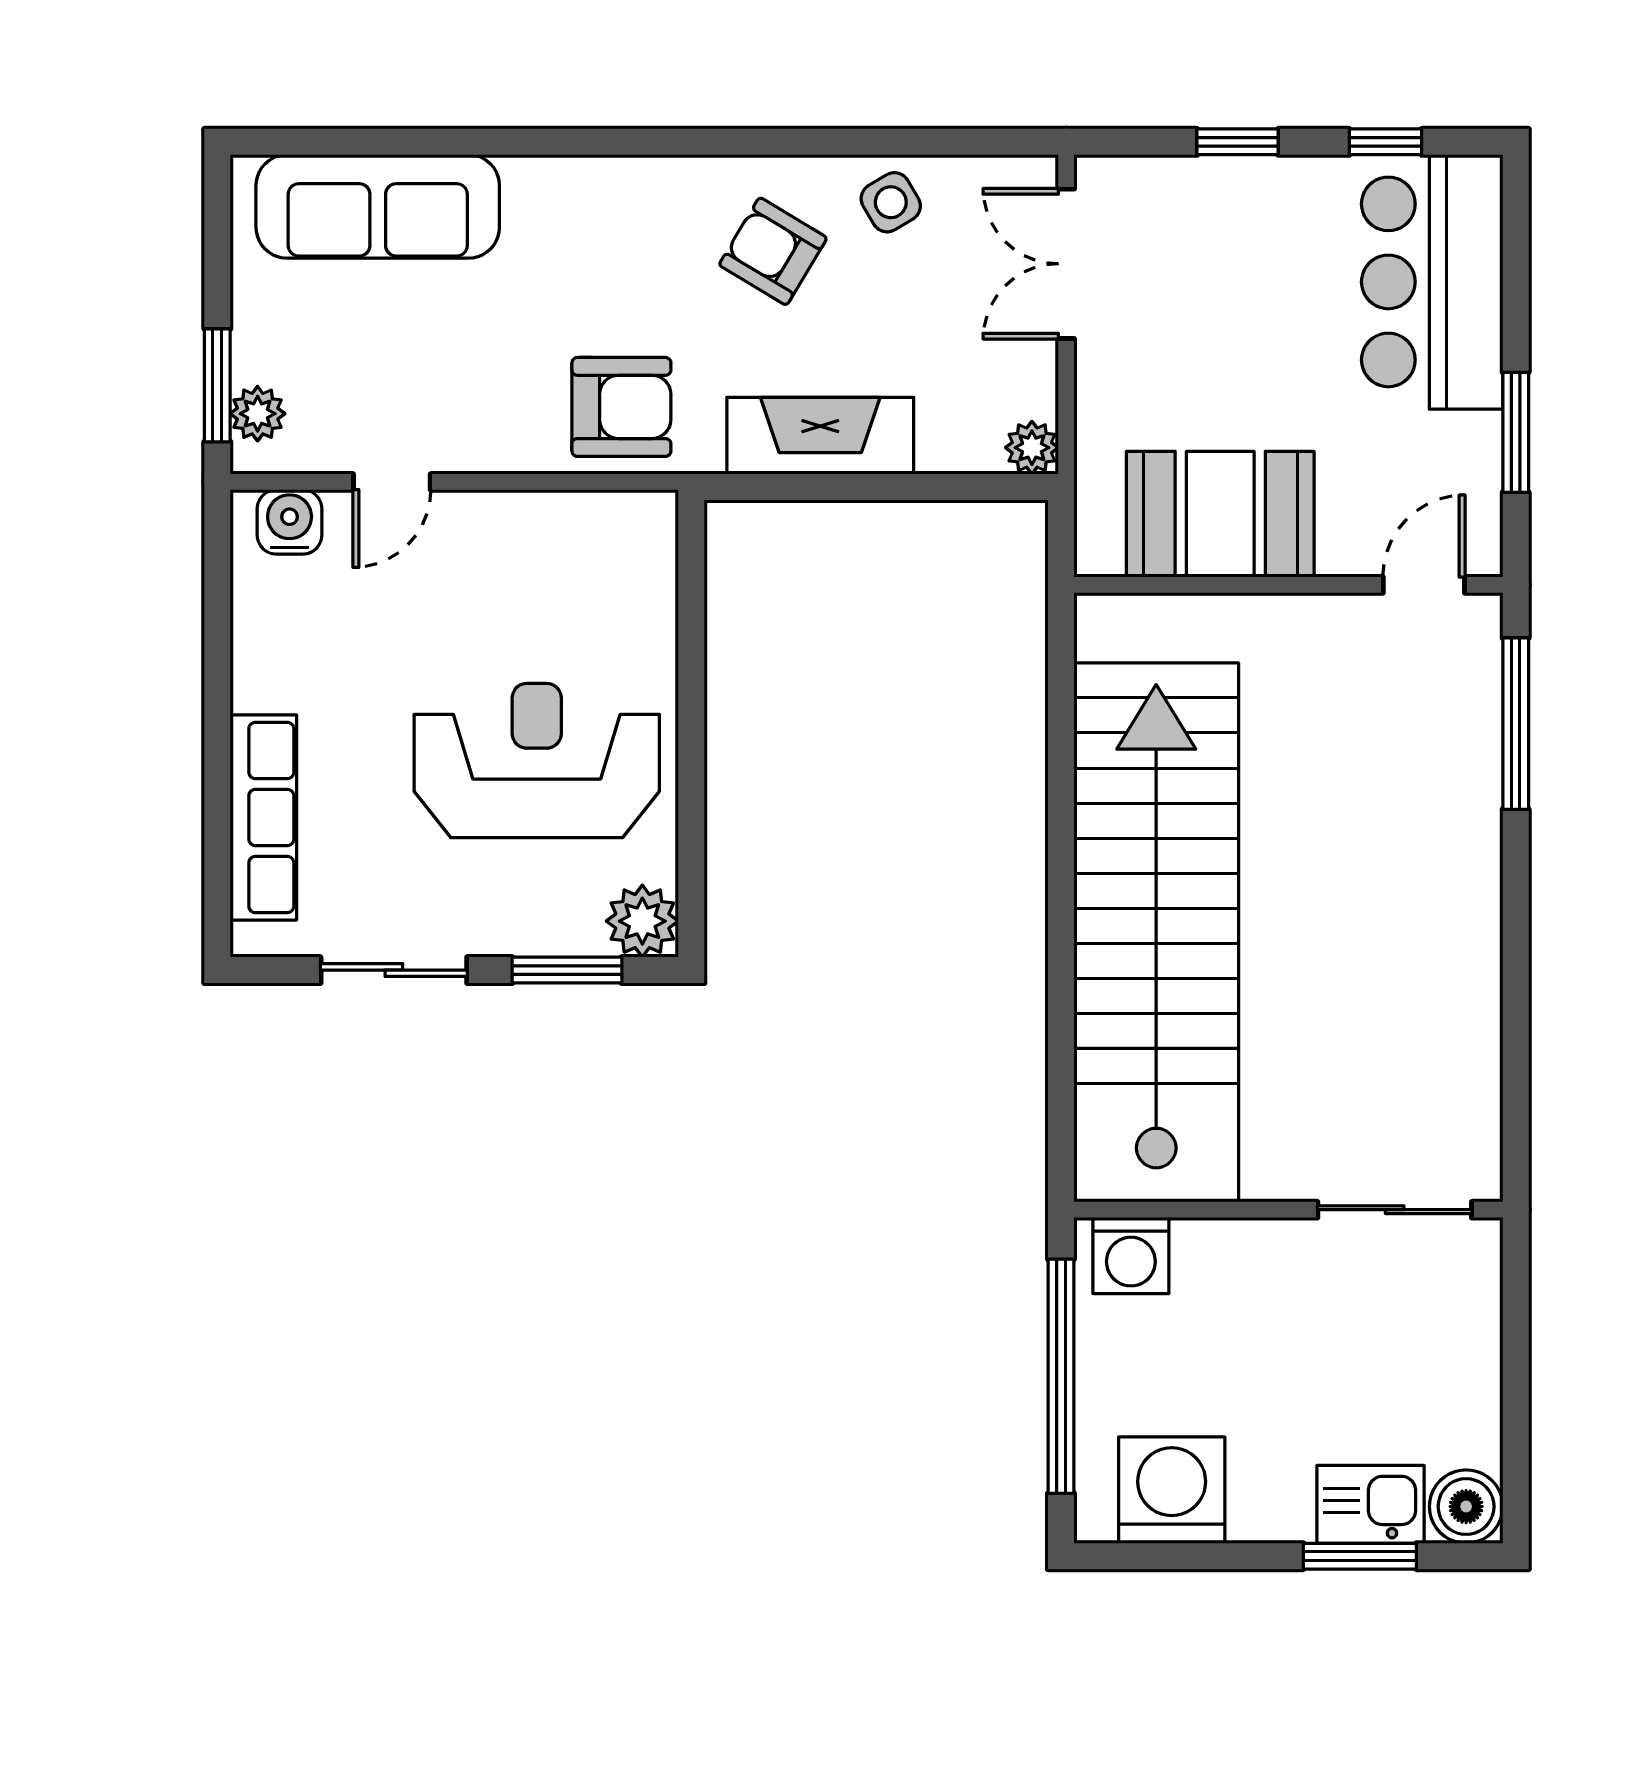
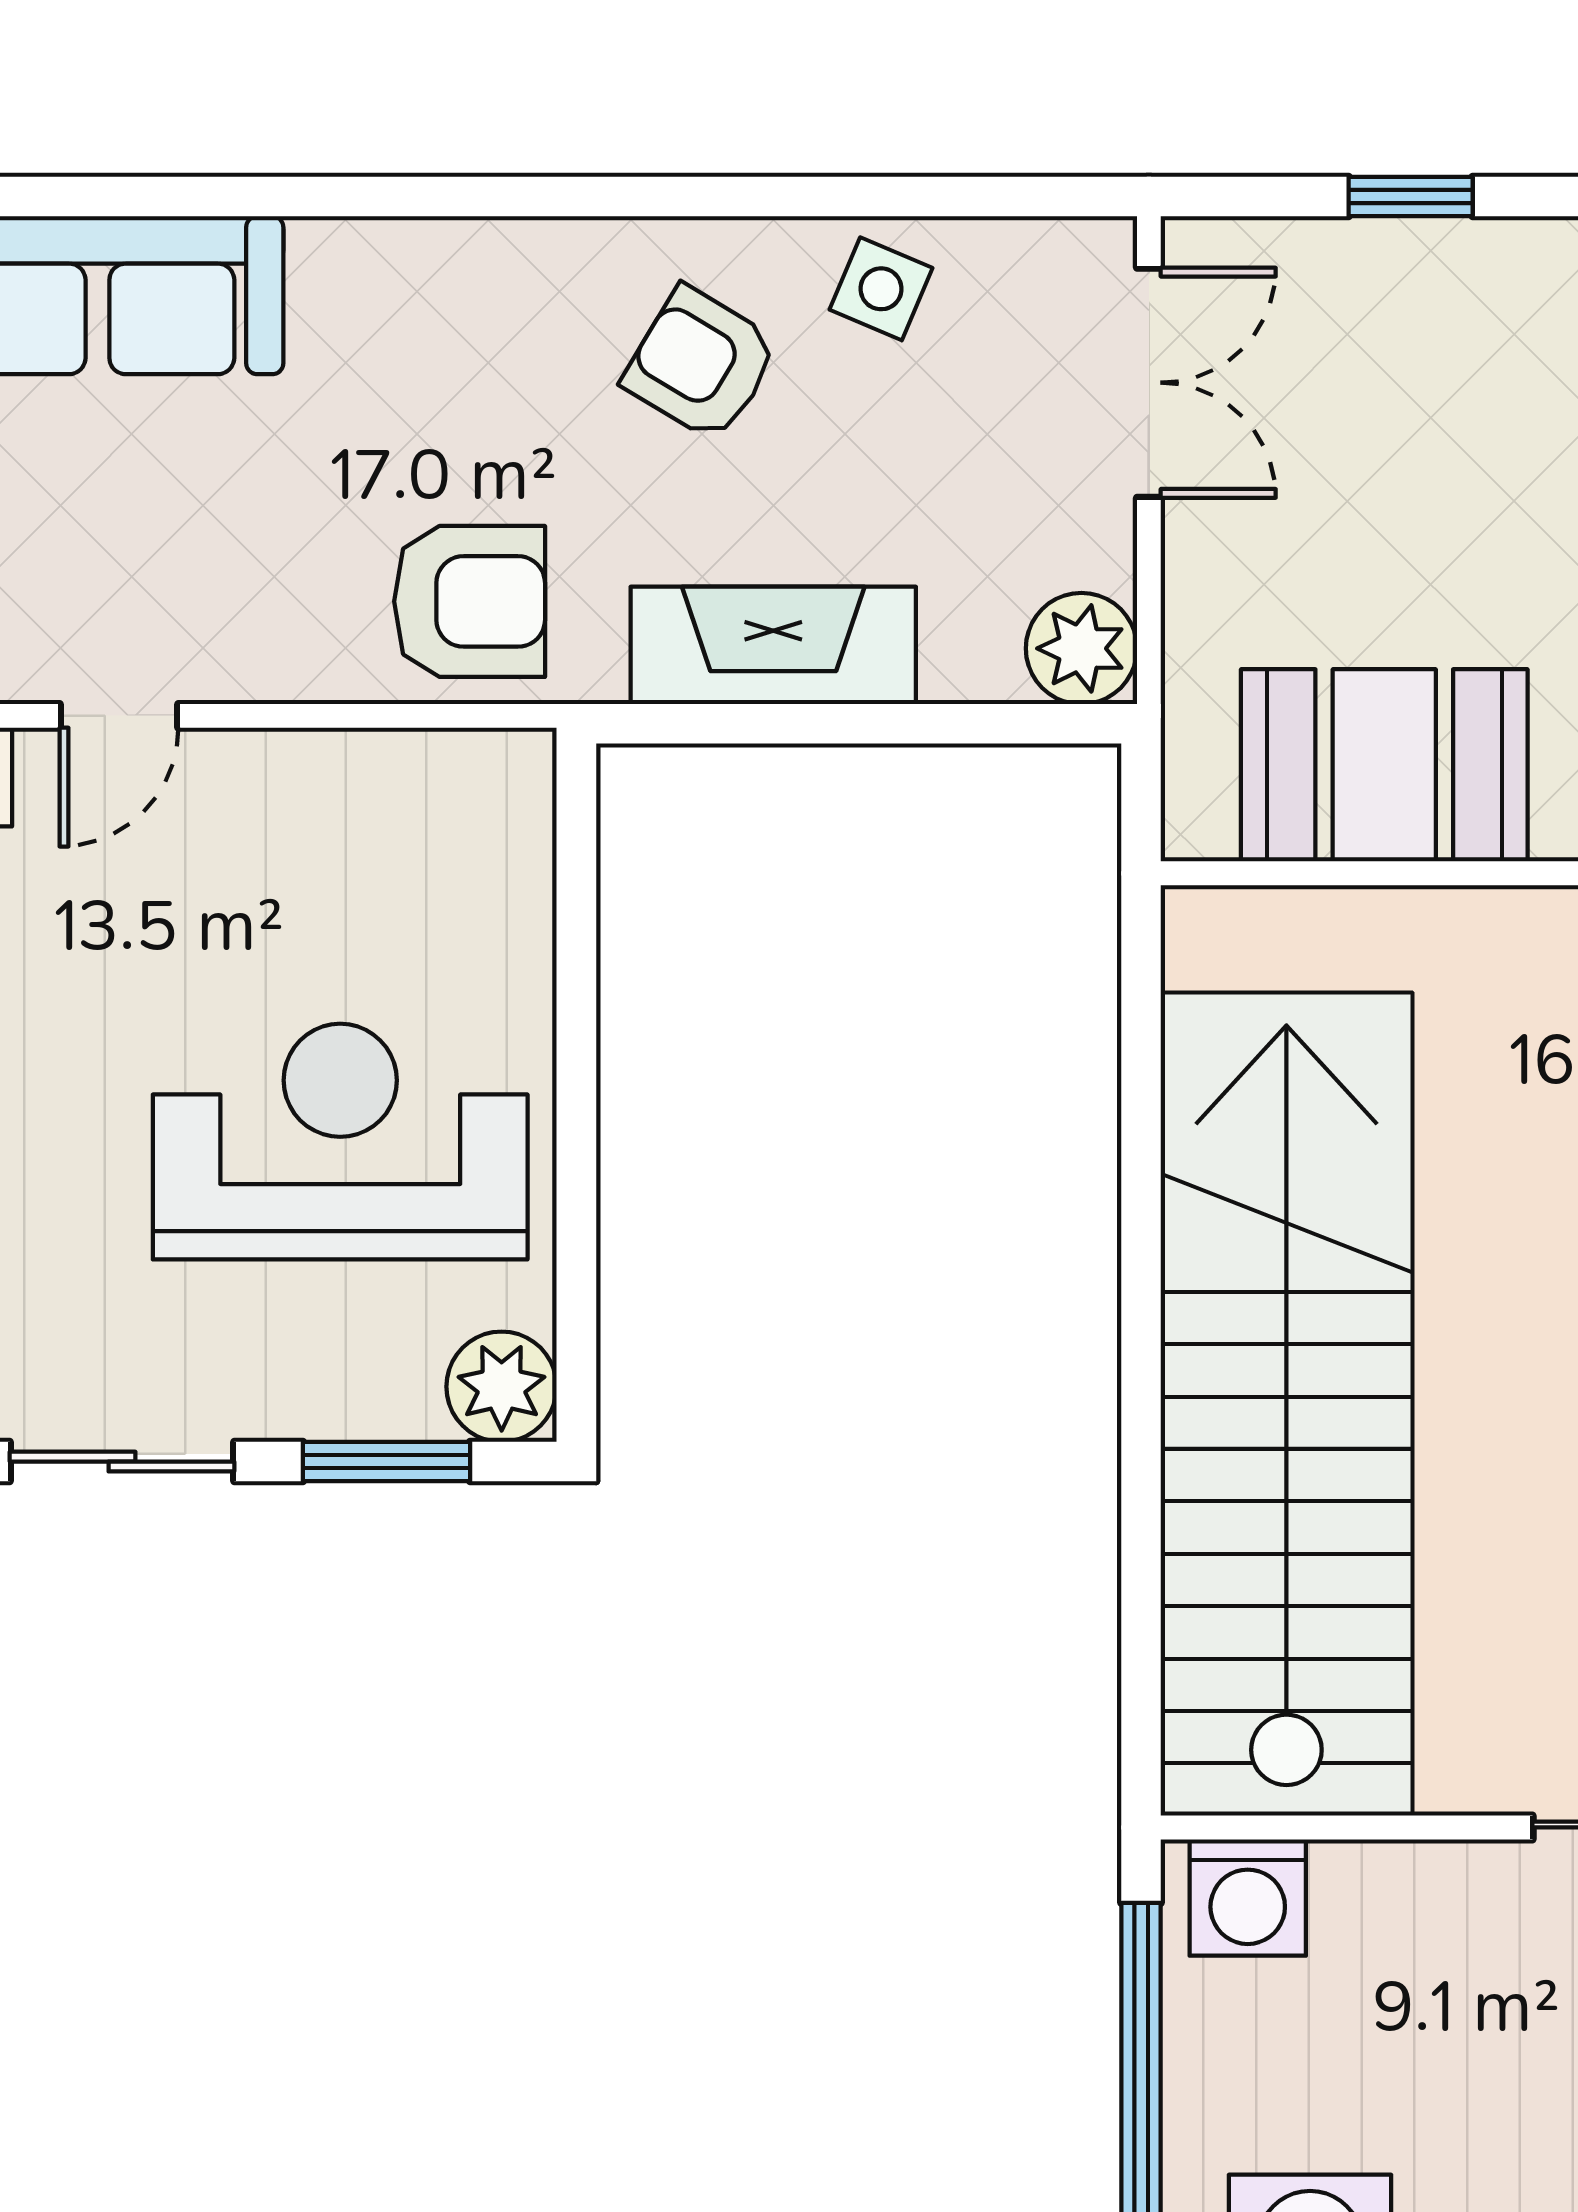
side table: (891, 202) -> (881, 289), turned -36
double door: (1066, 264) -> (1149, 383), swing flipped
plant: (1032, 448) -> (1081, 648), width x1.38, depth x1.38

